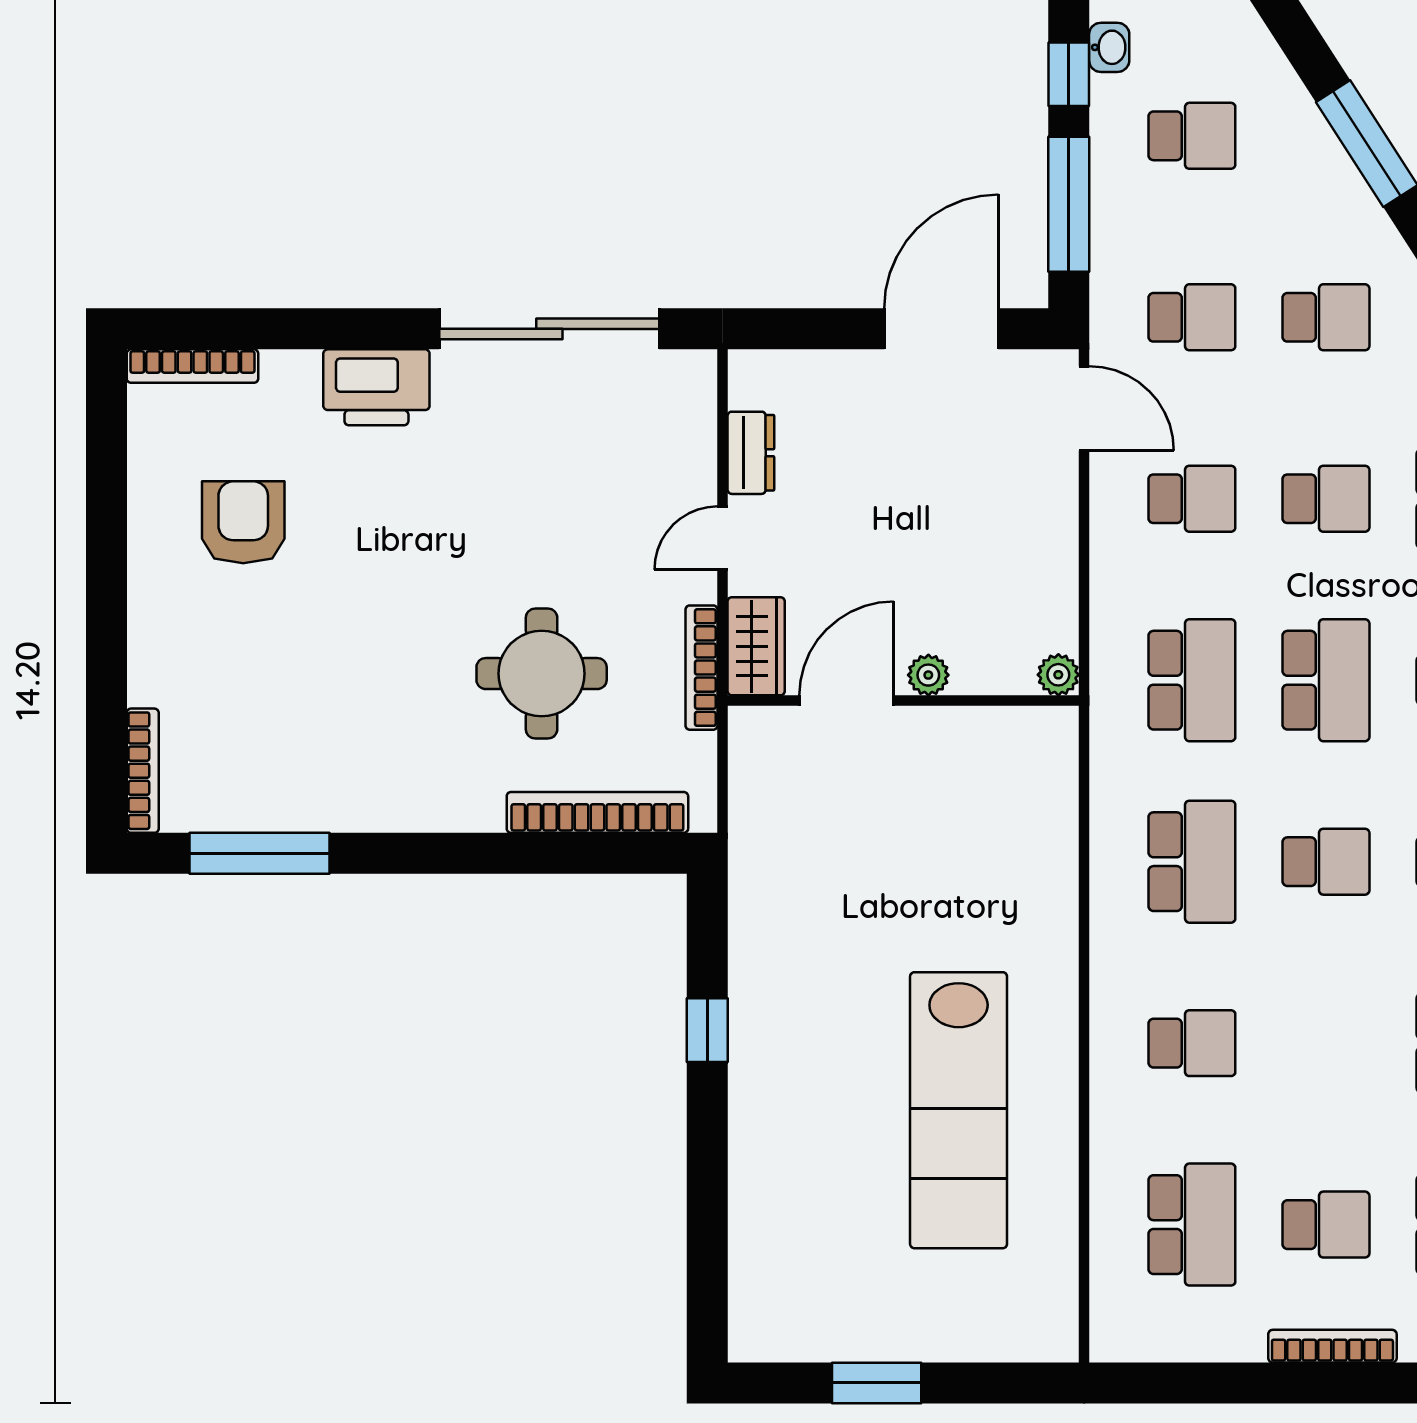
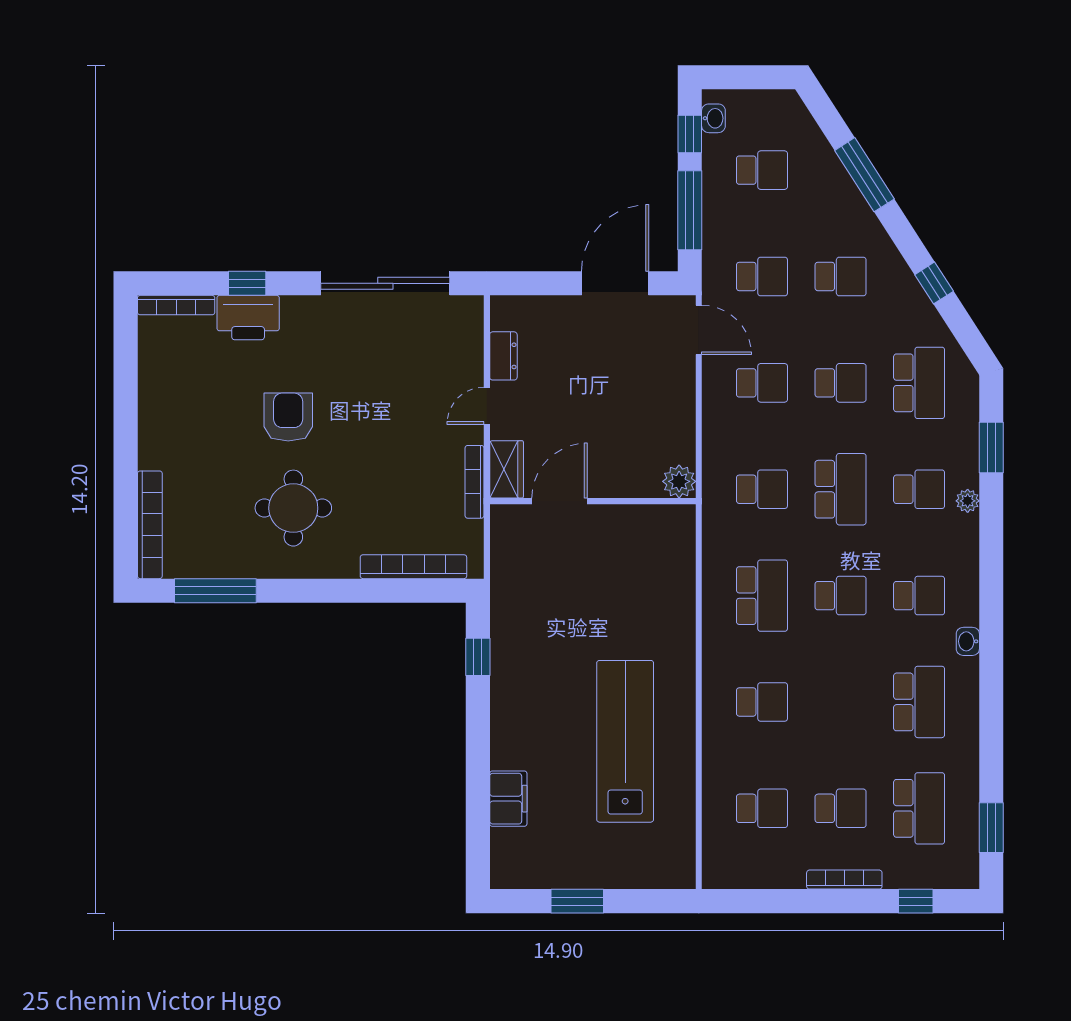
window: (314, 329) -> (247, 283), added
printer: (376, 387) -> (248, 318), moved
armchair: (243, 522) -> (288, 417), moved
round table: (542, 674) -> (293, 508), moved
plant: (928, 675) -> (607, 486), removed
plant: (1058, 675) -> (679, 481), width x1.38, depth x1.38
school desk: (1192, 680) -> (762, 489), width x0.54
bookcase: (143, 771) -> (150, 525), width x1.48, depth x1.31
window: (707, 1030) -> (478, 657), moved
lab bench: (959, 1110) -> (625, 741), turned 180
filing cabinet: (759, 1208) -> (508, 799), added
school desk: (1192, 1225) -> (762, 808), width x0.54

